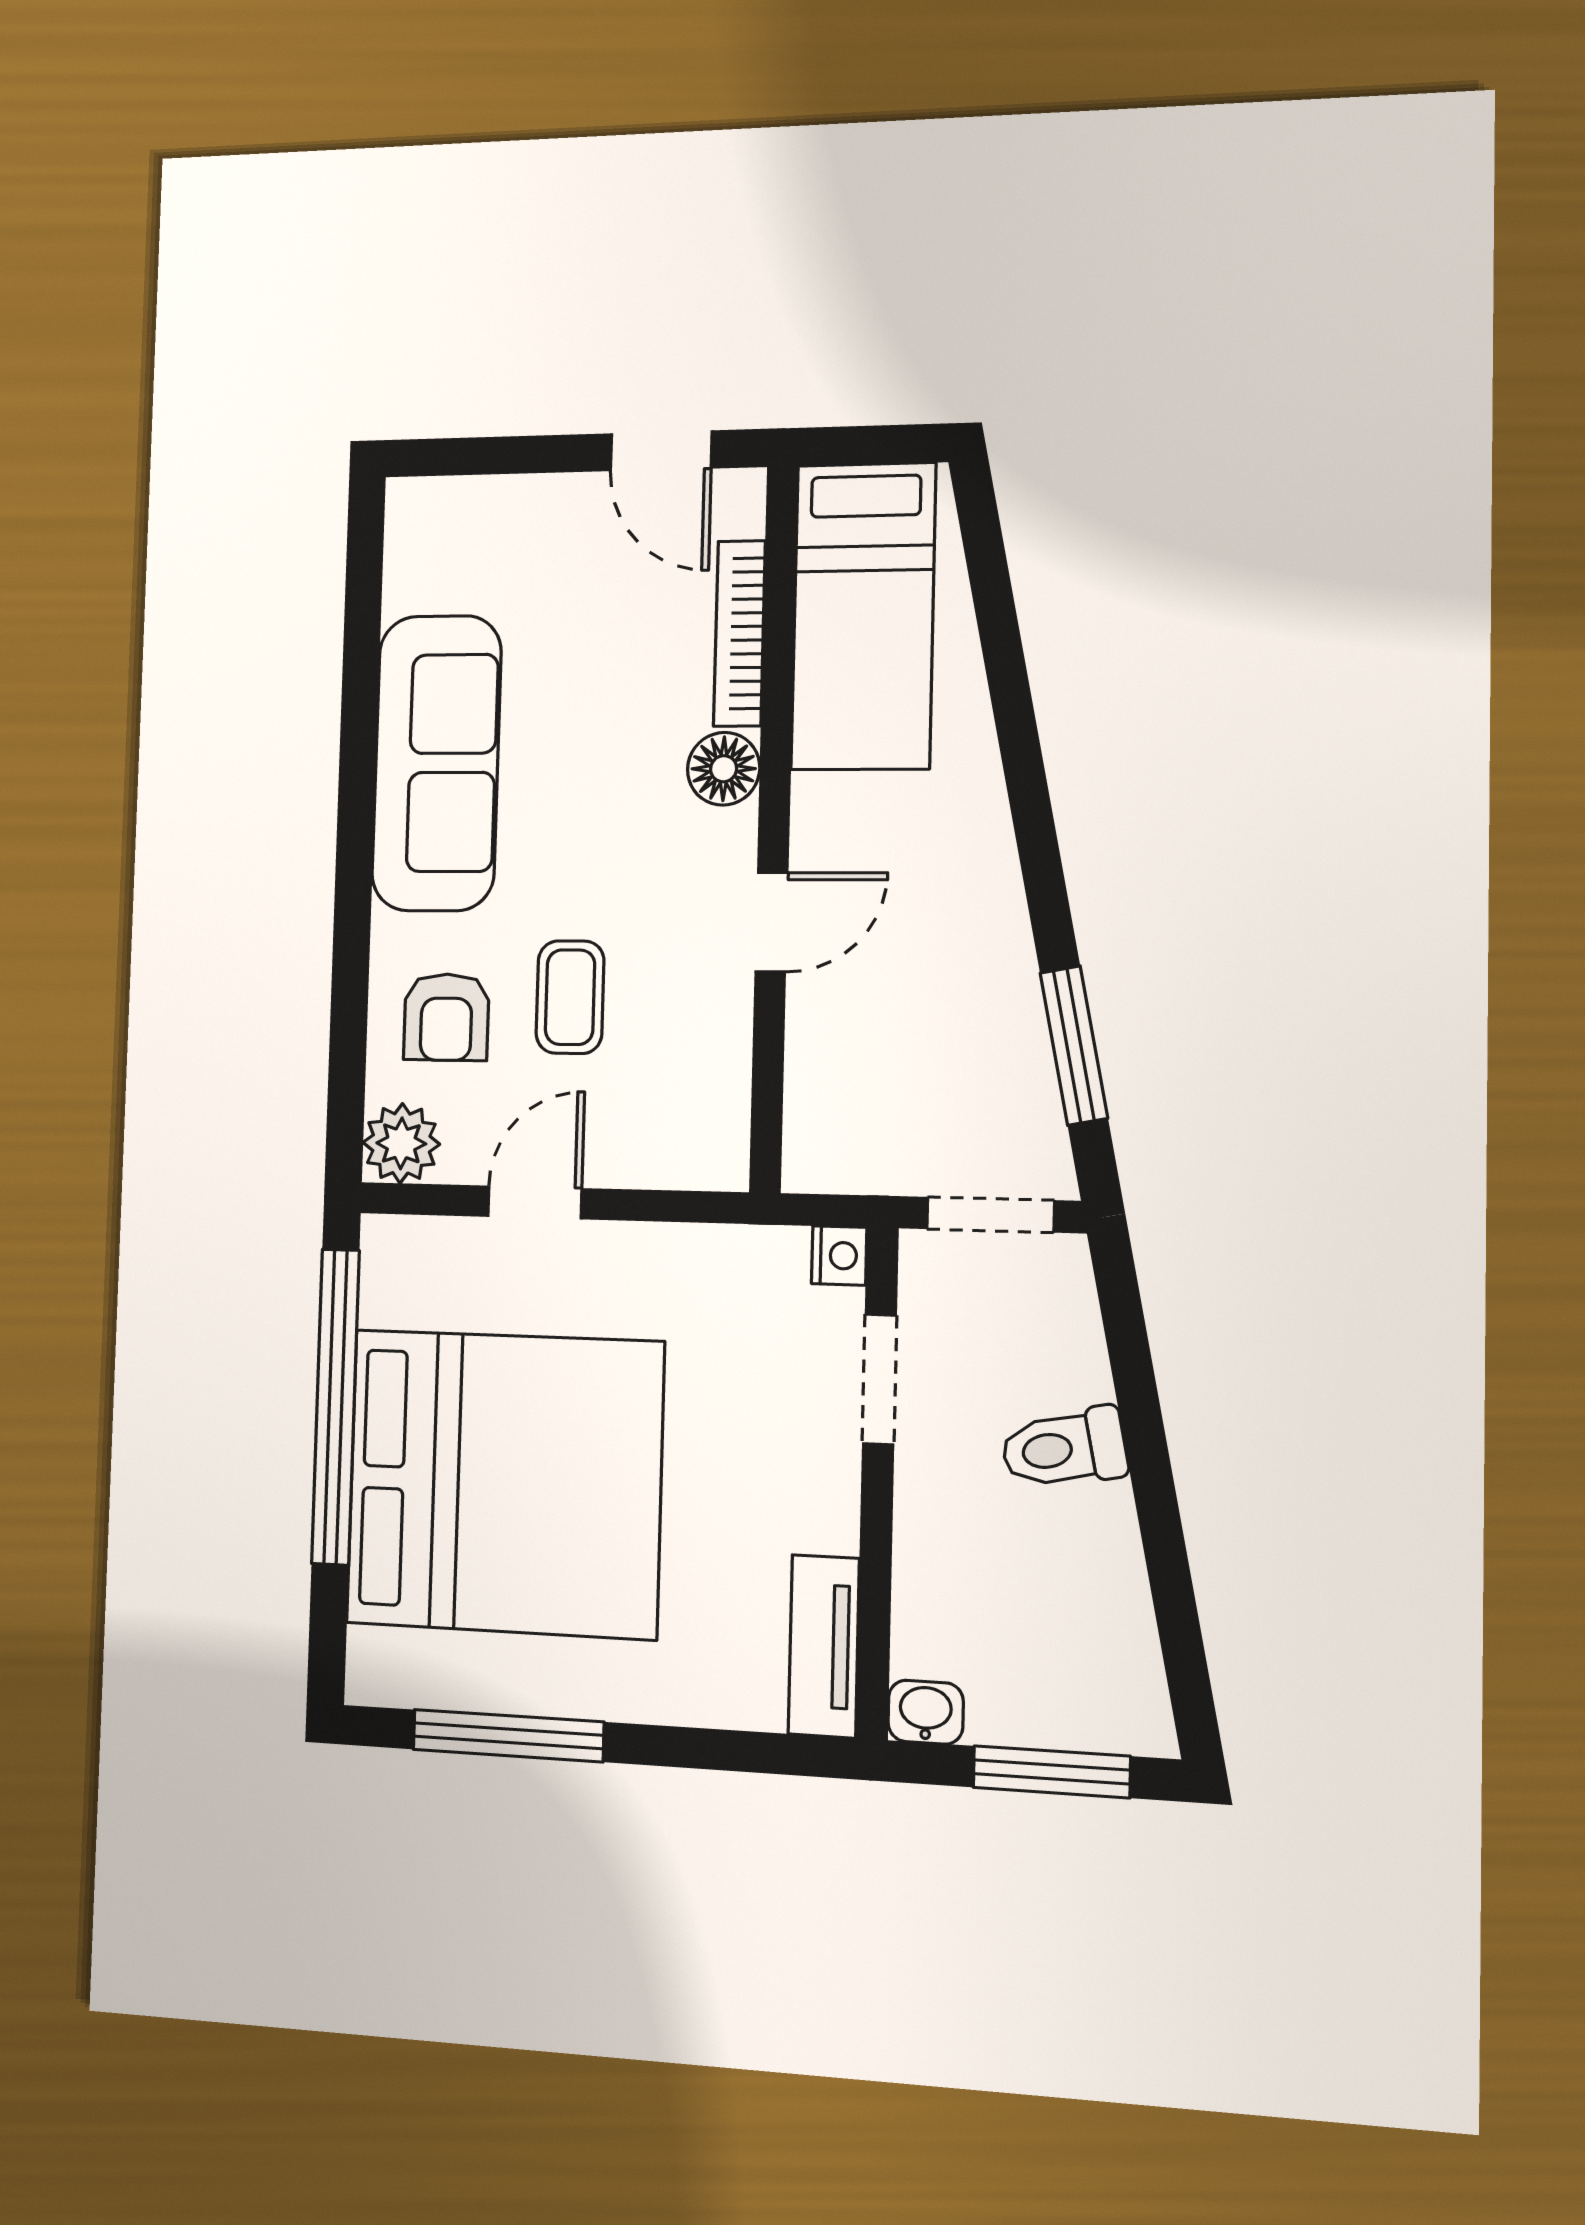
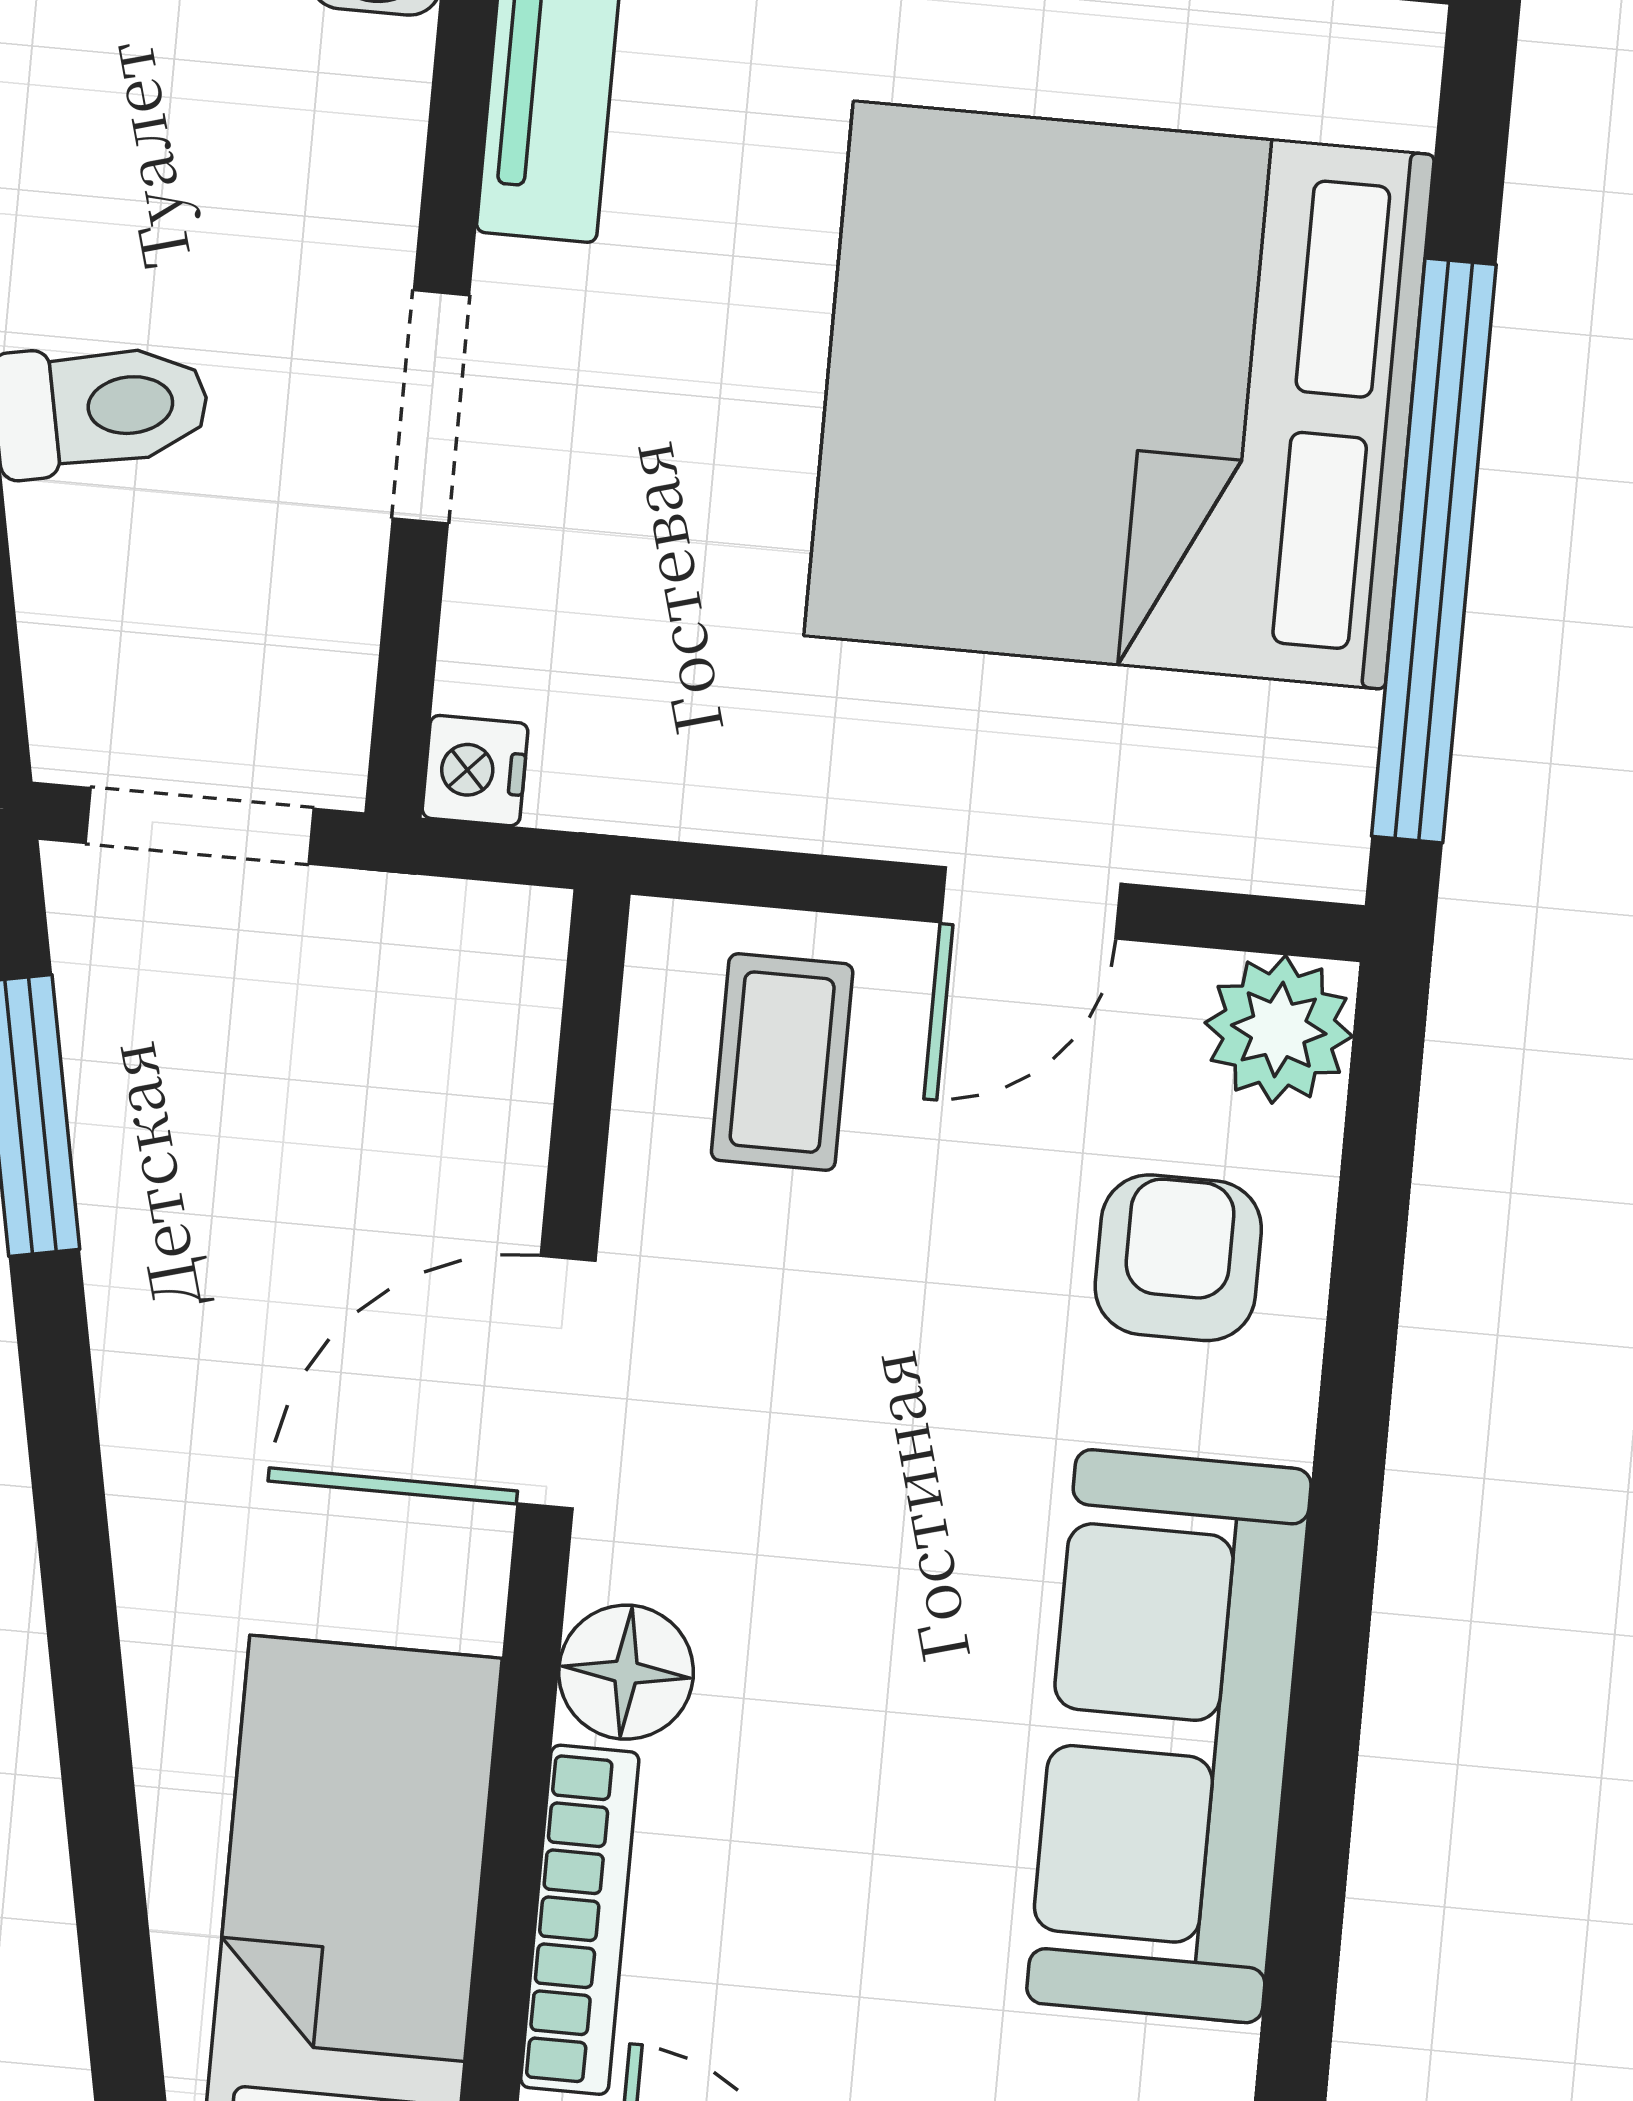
door: (772, 922) -> (557, 1382), width x1.38
coffee table: (570, 997) -> (782, 1062), moved
doorway: (879, 1379) -> (431, 407), moved

